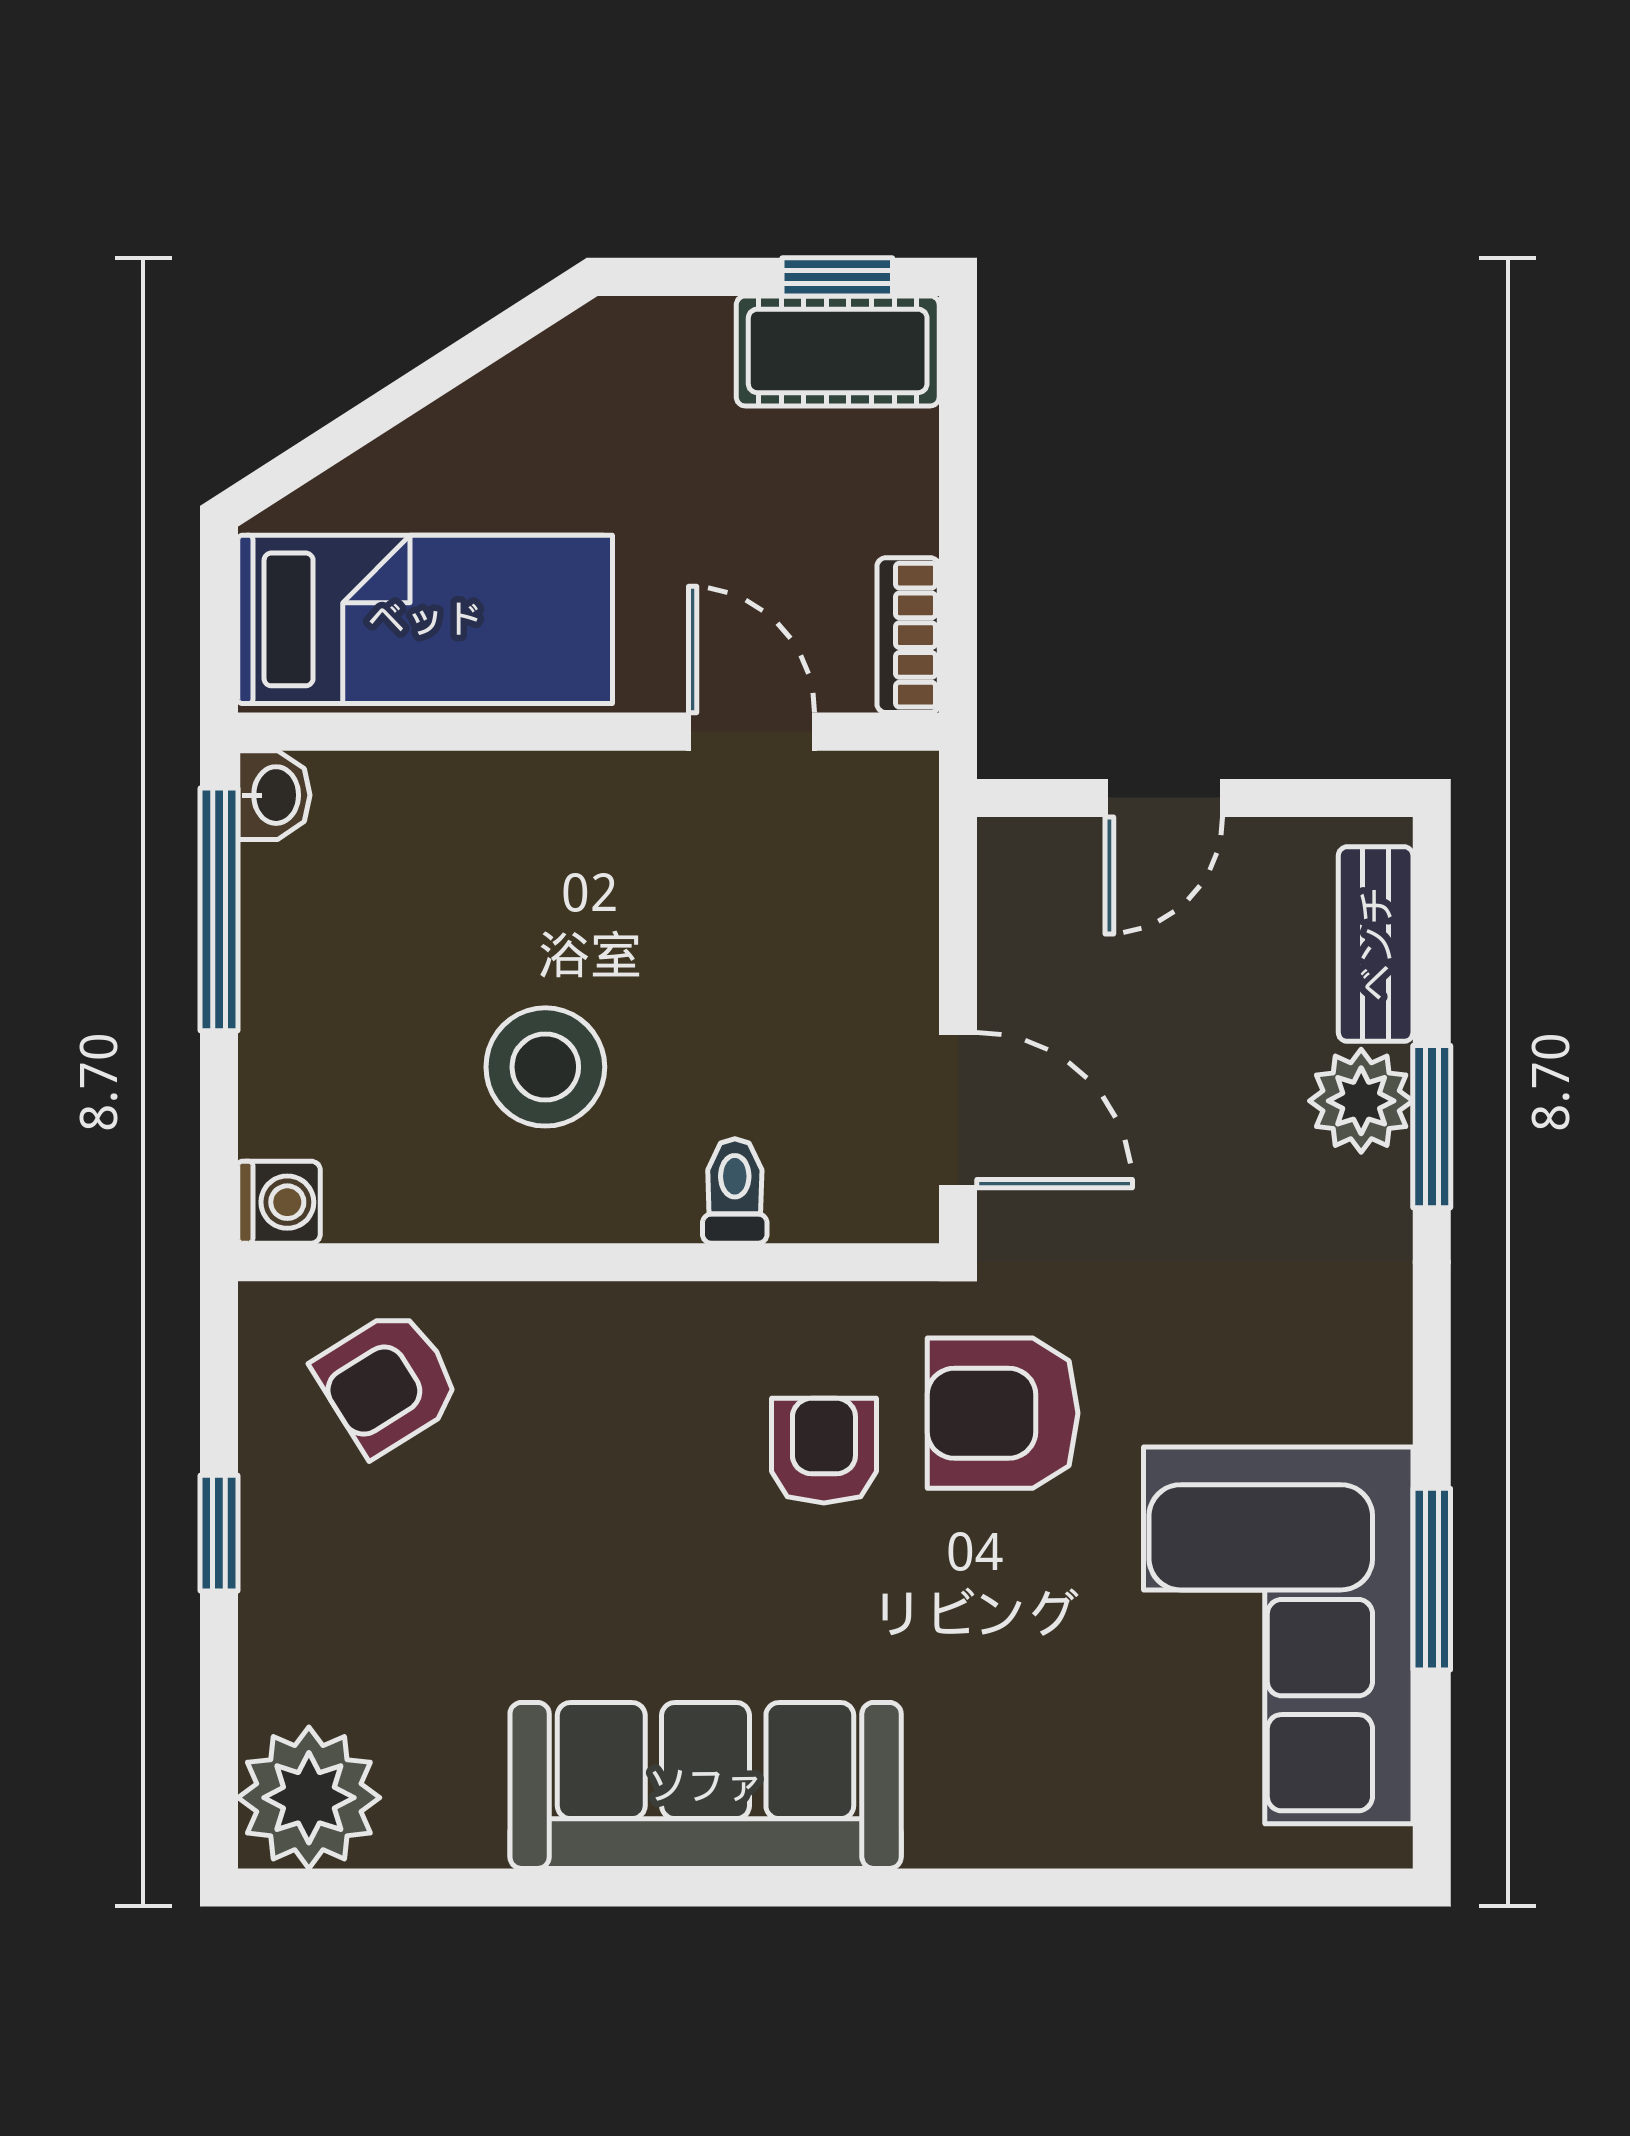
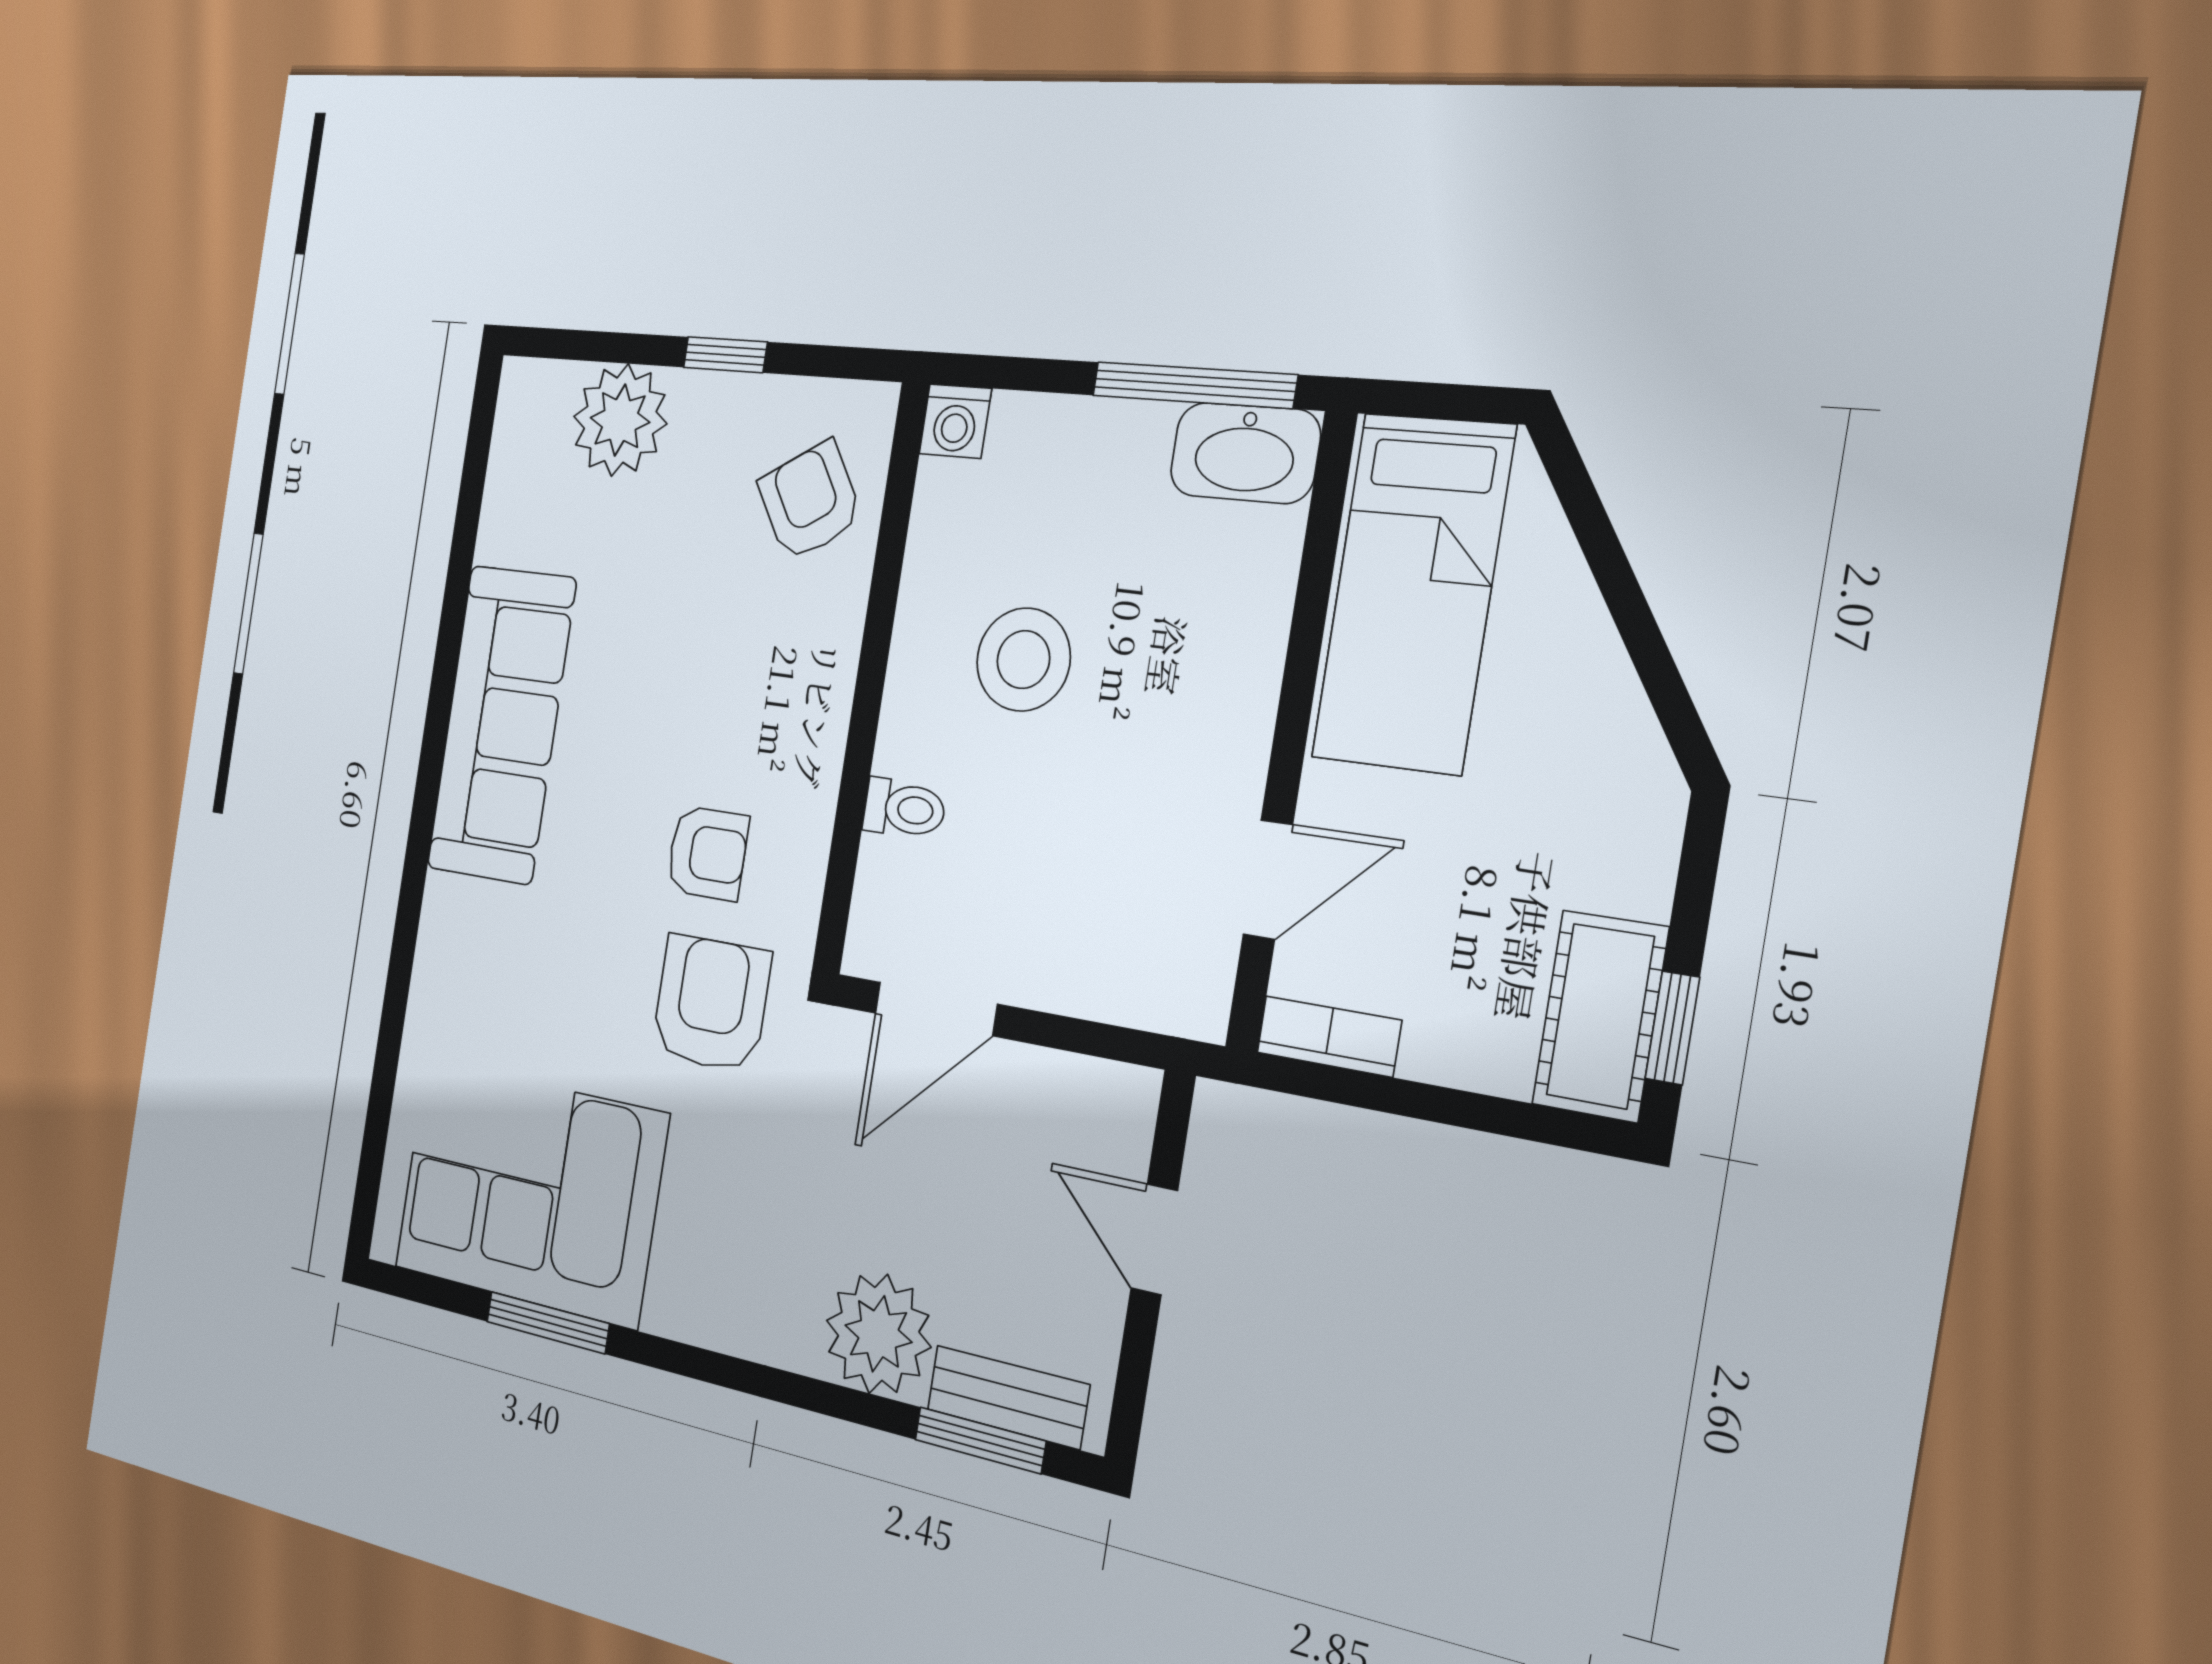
washbasin: (274, 795) -> (1245, 453), width x1.91, depth x1.45
plant: (1361, 1101) -> (878, 1334), width x1.36, depth x1.36
window: (1432, 1127) -> (980, 1440), moved
plant: (309, 1798) -> (620, 420), moved

